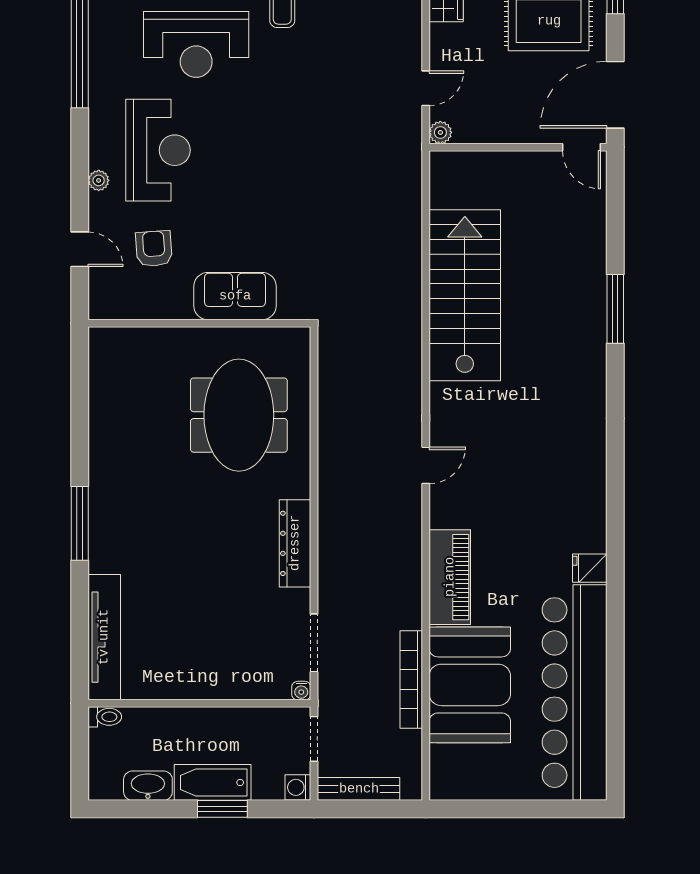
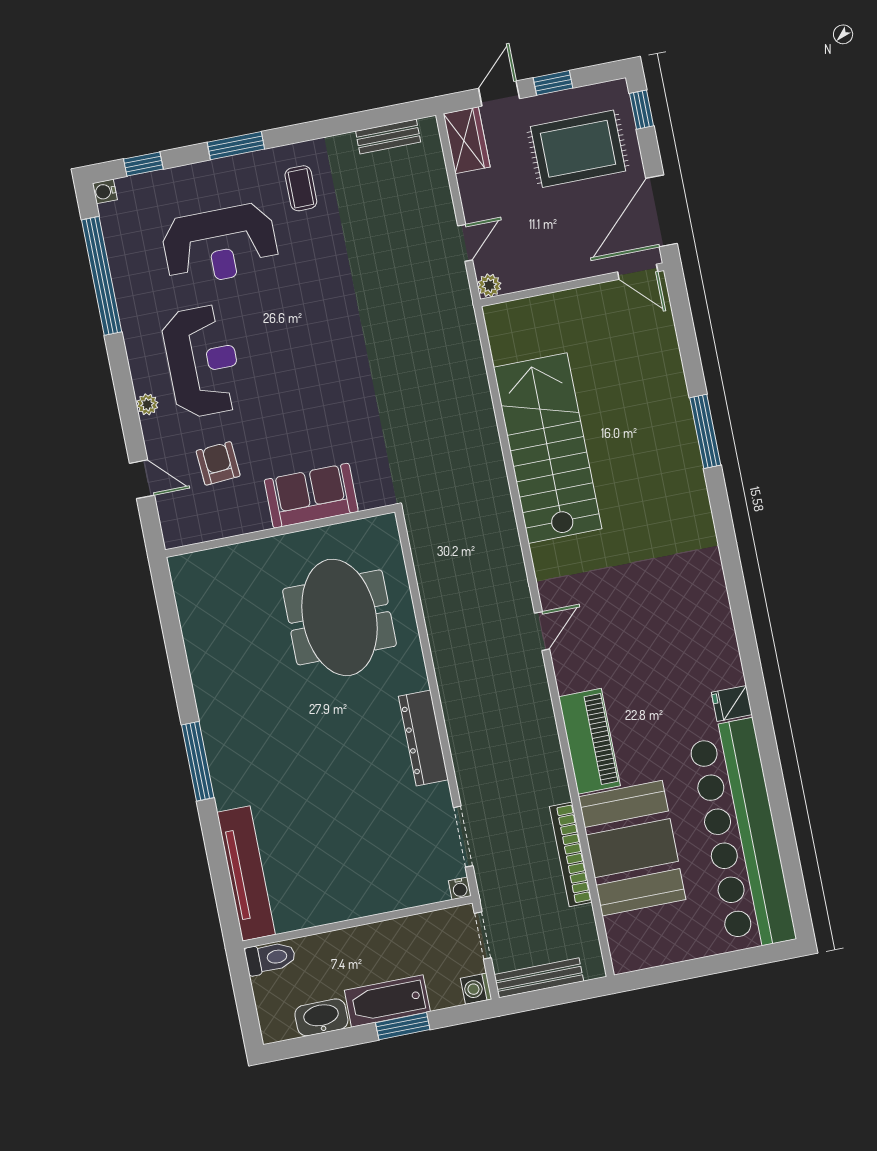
toilet: (105, 717) -> (270, 958), width x1.37, depth x1.39

